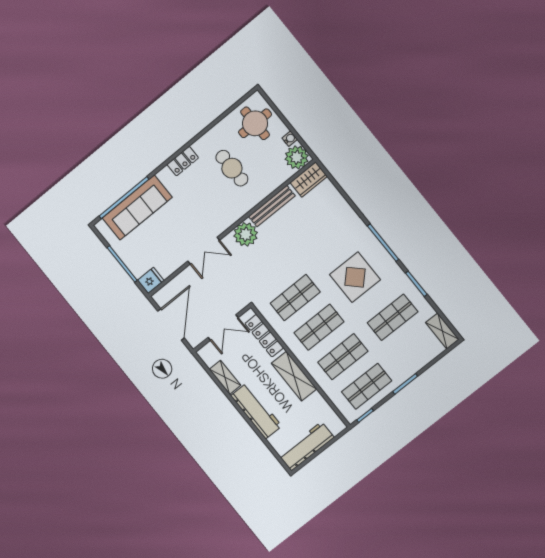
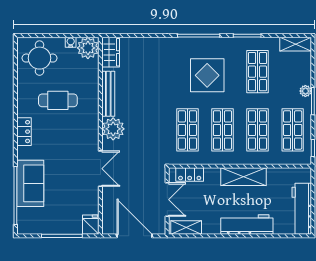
sofa: (137, 208) -> (30, 183), width x0.73
locker: (264, 336) -> (190, 175), width x0.66
plant: (409, 371) -> (305, 91), added
shelving: (225, 377) -> (186, 227), moved

